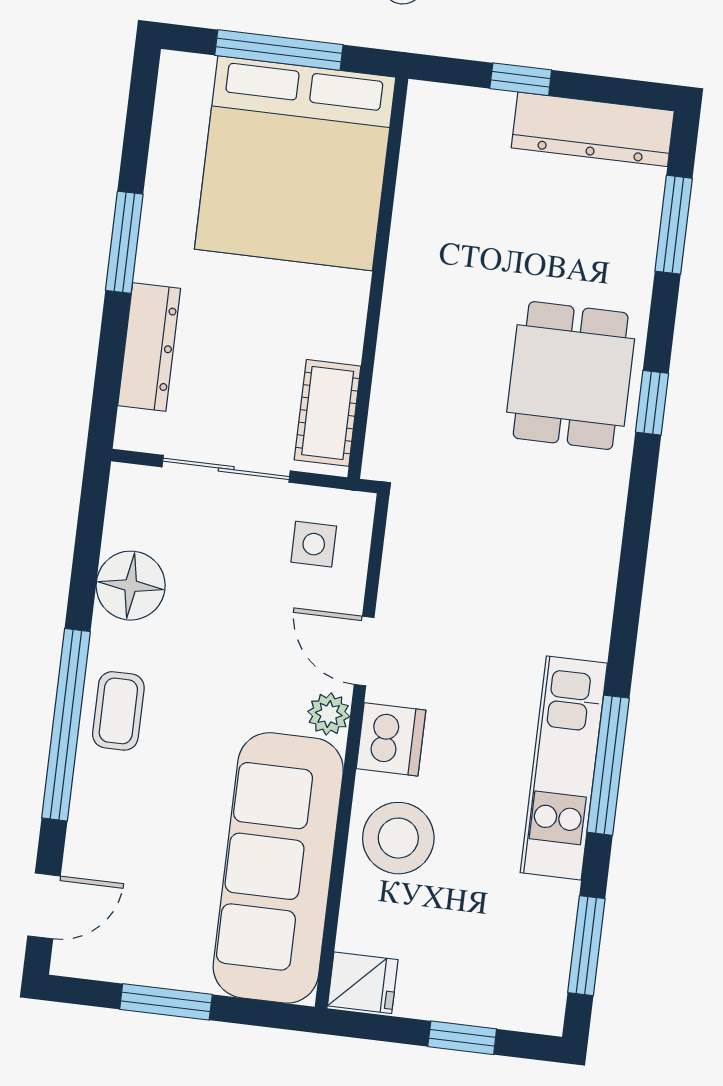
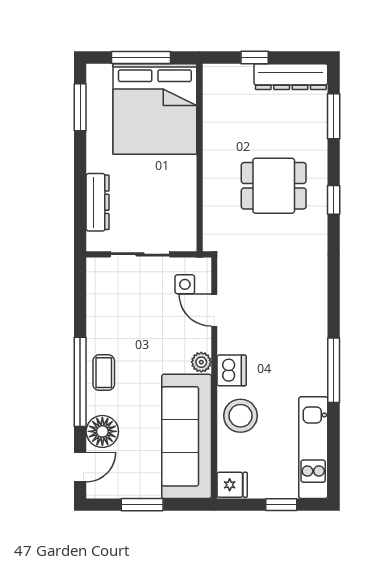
window: (124, 242) -> (80, 107), moved
dining table: (571, 376) -> (274, 186), moved, turned 90
cot: (328, 413) -> (184, 223), removed
floor lamp: (131, 586) -> (102, 431), moved
door: (364, 651) -> (214, 310), moved
kitchen unit: (564, 768) -> (313, 448), moved
window: (586, 946) -> (334, 455), removed

